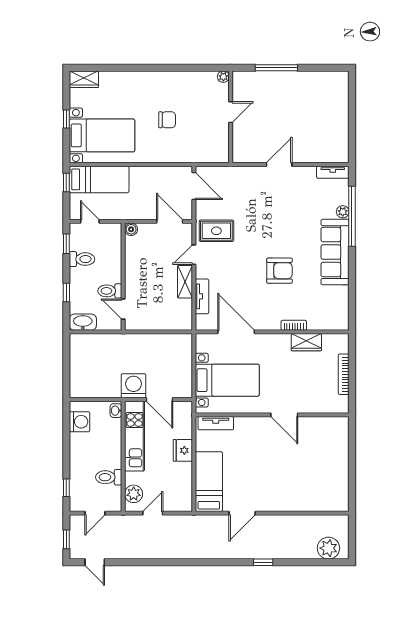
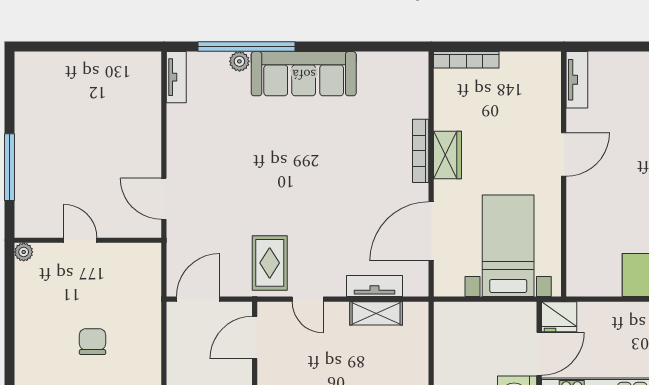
door: (279, 165) -> (164, 199), moved
armchair: (279, 271) -> (333, 162), removed
shelving: (185, 282) -> (376, 313), moved
bookcase: (294, 325) -> (421, 151), width x1.56
wardrobe: (306, 342) -> (448, 155), moved
bookcase: (344, 374) -> (466, 60), moved
tv unit: (216, 423) -> (577, 80), moved
fridge: (183, 450) -> (559, 317), moved

